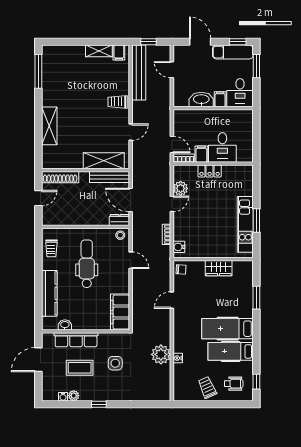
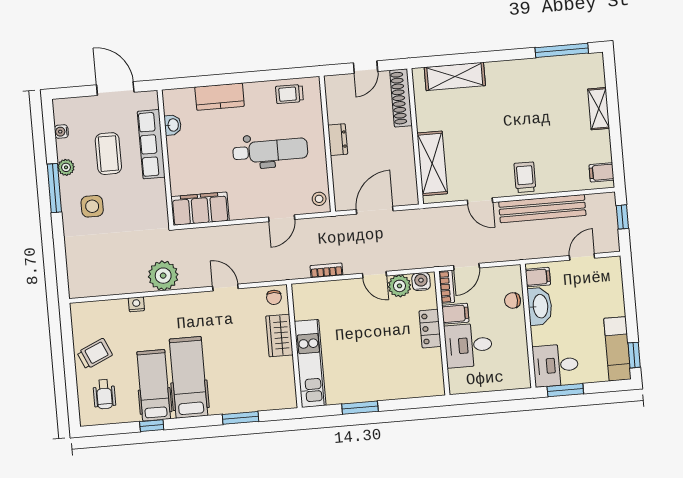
door: (200, 42) -> (629, 297), removed
shelving: (99, 51) -> (599, 109), moved
window: (256, 66) -> (565, 390), moved
bench: (139, 73) -> (542, 209), moved
filing cabinet: (220, 99) -> (538, 277), moved
chair: (196, 117) -> (513, 300), added
shelving: (49, 126) -> (455, 76), moved
bench: (109, 177) -> (408, 174), removed
door: (38, 198) -> (366, 67), hinge flipped
dresser: (119, 220) -> (338, 140), moved
kitchen unit: (245, 224) -> (310, 363), moved, turned 90
water cooler: (179, 247) -> (421, 282), moved
wardrobe: (219, 268) -> (279, 335), moved
kitchen counter: (49, 293) -> (220, 97), width x0.67
plant: (161, 354) -> (163, 276), moved
side table: (115, 363) -> (92, 206), moved
window: (256, 382) -> (152, 426), moved
plant: (74, 396) -> (66, 167), moved
window: (99, 404) -> (54, 188), width x2.17

